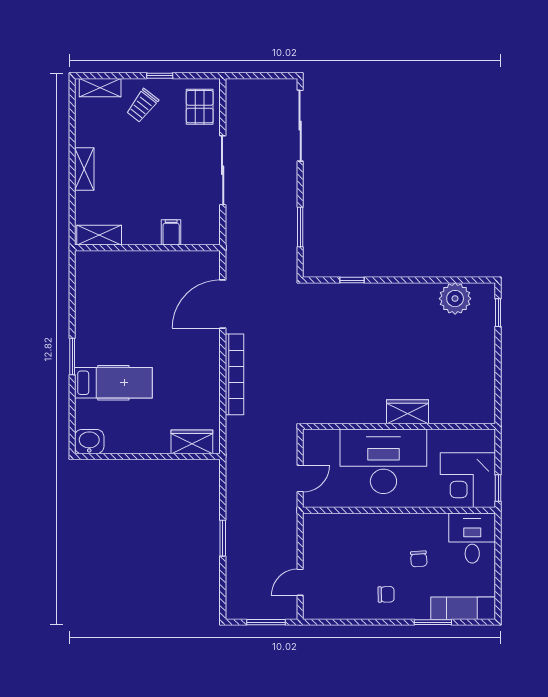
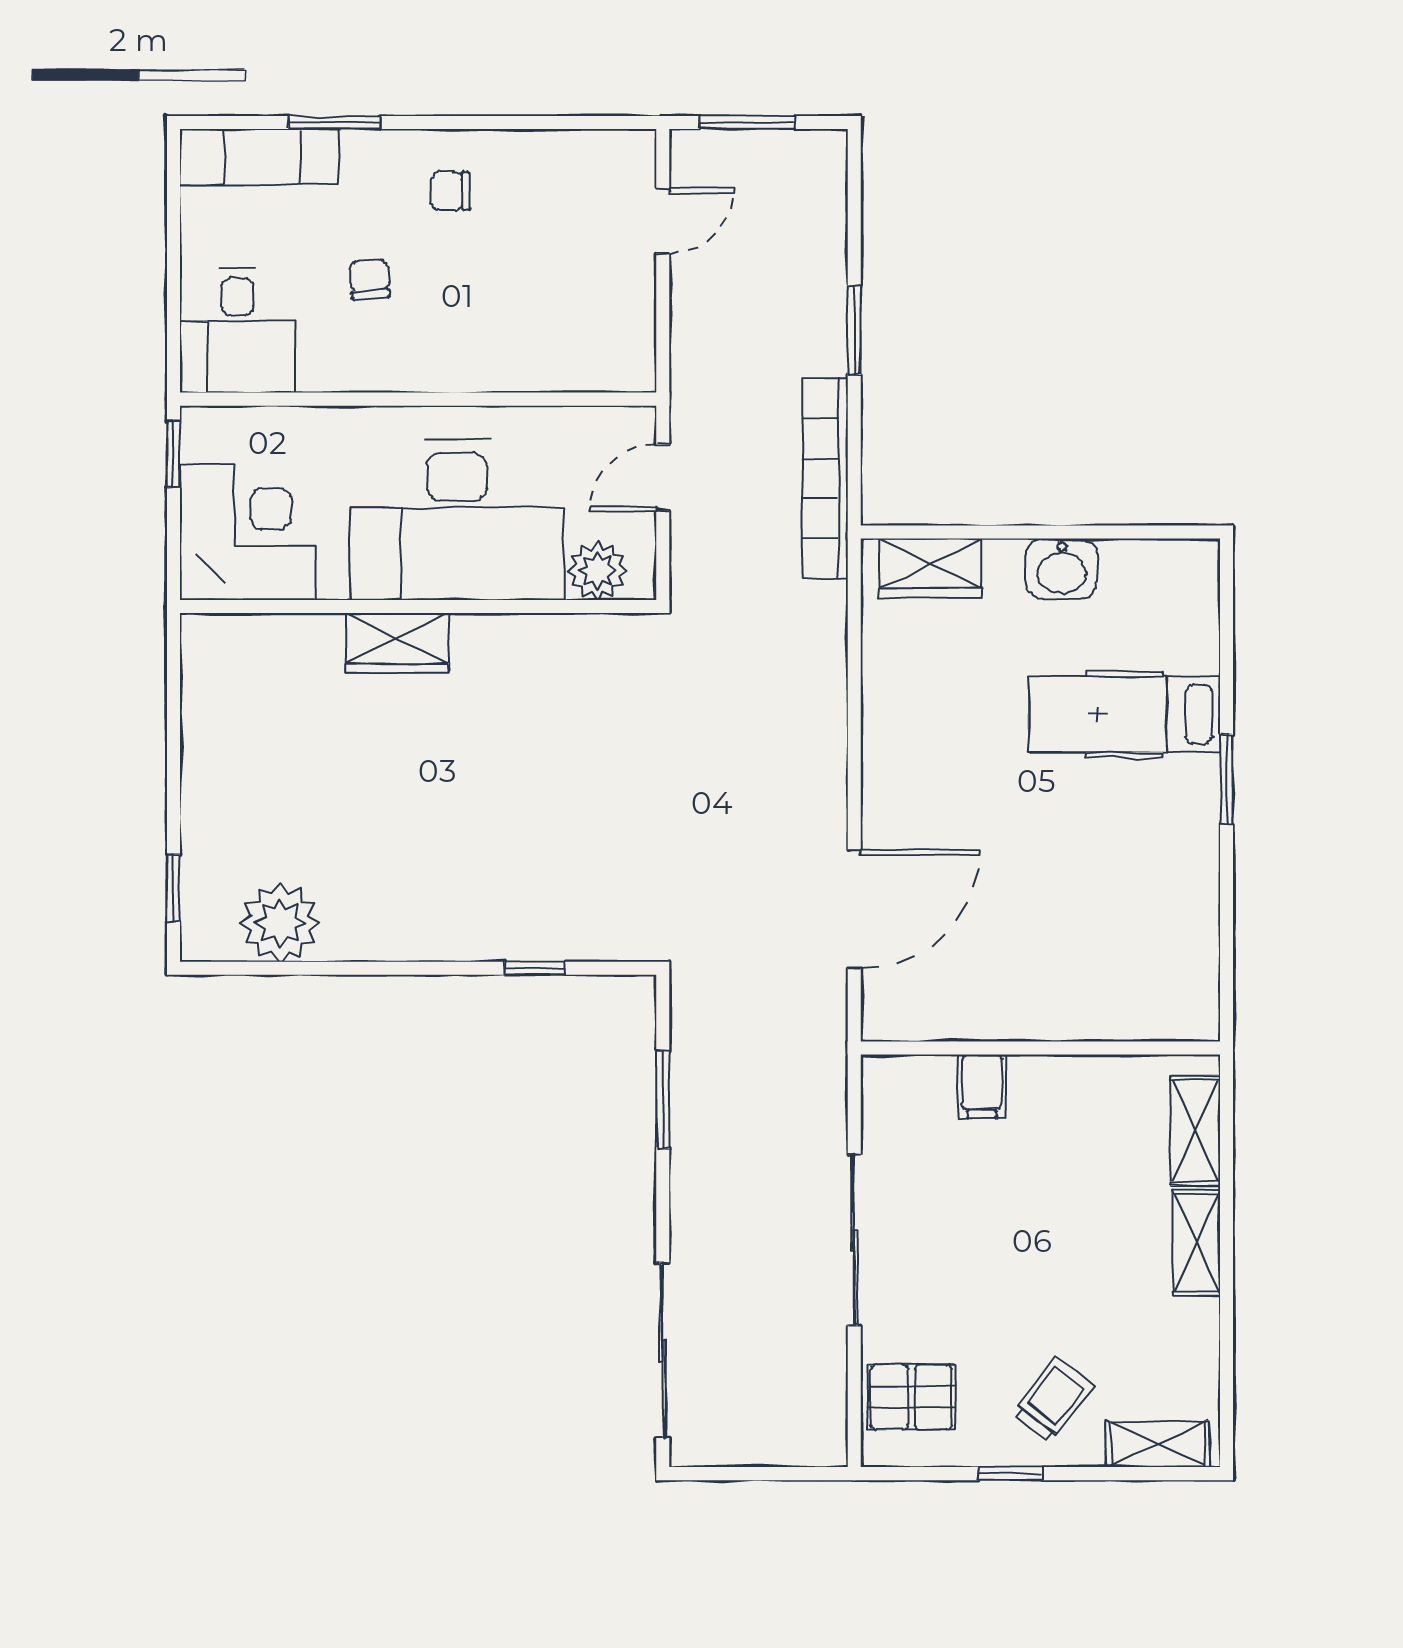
pallet: (200, 107) -> (911, 1397), turned 90
shelving: (99, 235) -> (1195, 1131), moved, turned 90
bookcase: (234, 374) -> (825, 479), moved
plant: (327, 441) -> (597, 571), added
washbasin: (89, 442) -> (1062, 569), moved
corner desk: (468, 480) -> (248, 532), moved

